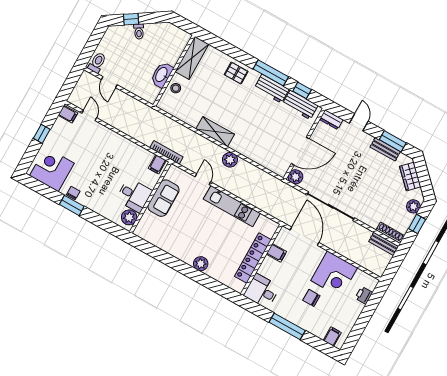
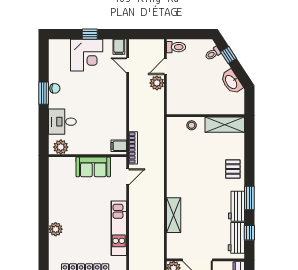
toilet: (139, 31) -> (213, 54), moved
window: (271, 73) -> (249, 198), width x0.69
washbasin: (162, 75) -> (231, 82), moved, turned -123
door: (89, 115) -> (128, 65), swing flipped
shelving: (215, 132) -> (174, 215), moved
plant: (230, 160) -> (157, 83), moved
corner desk: (52, 169) -> (87, 55), moved, turned 90
door: (203, 179) -> (128, 177), moved
desk: (134, 195) -> (62, 122), moved, turned 90

